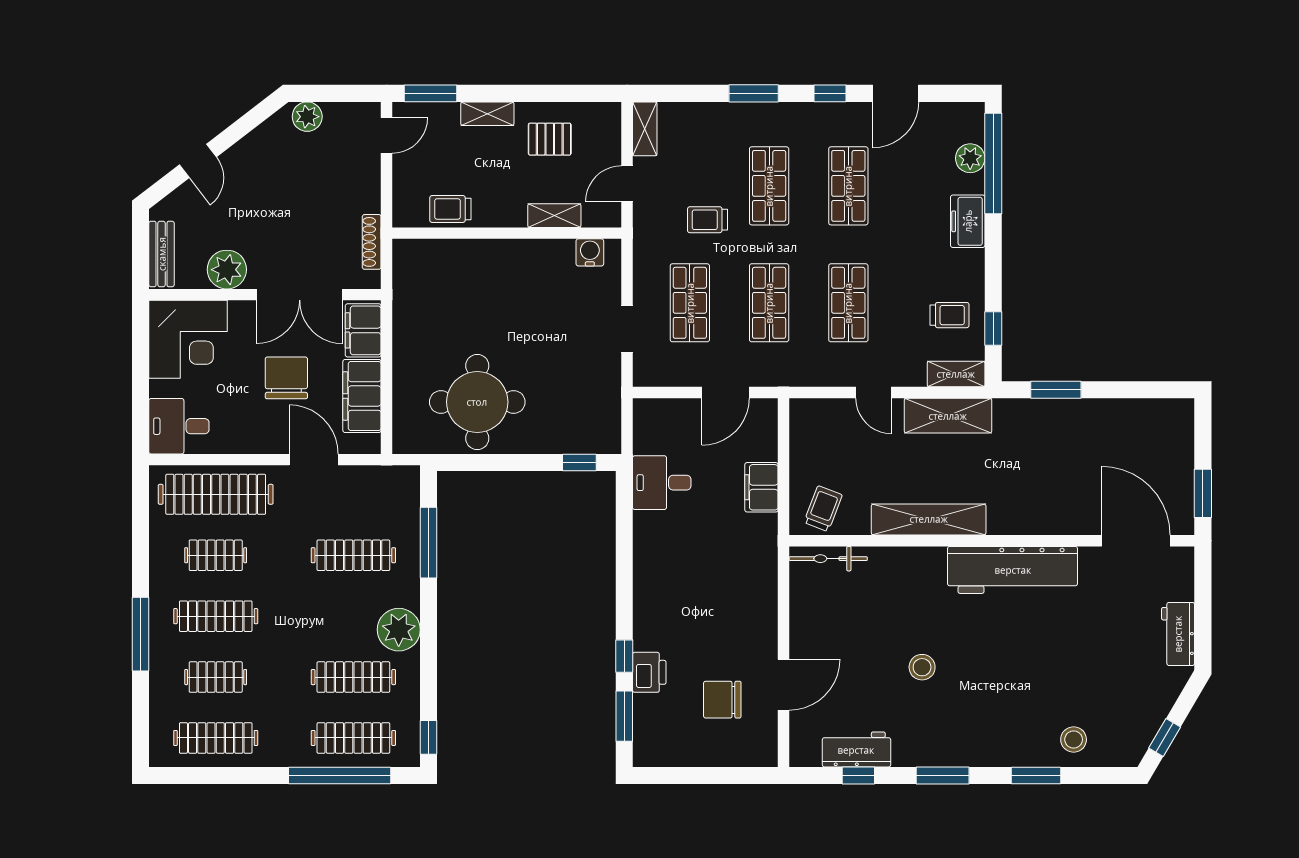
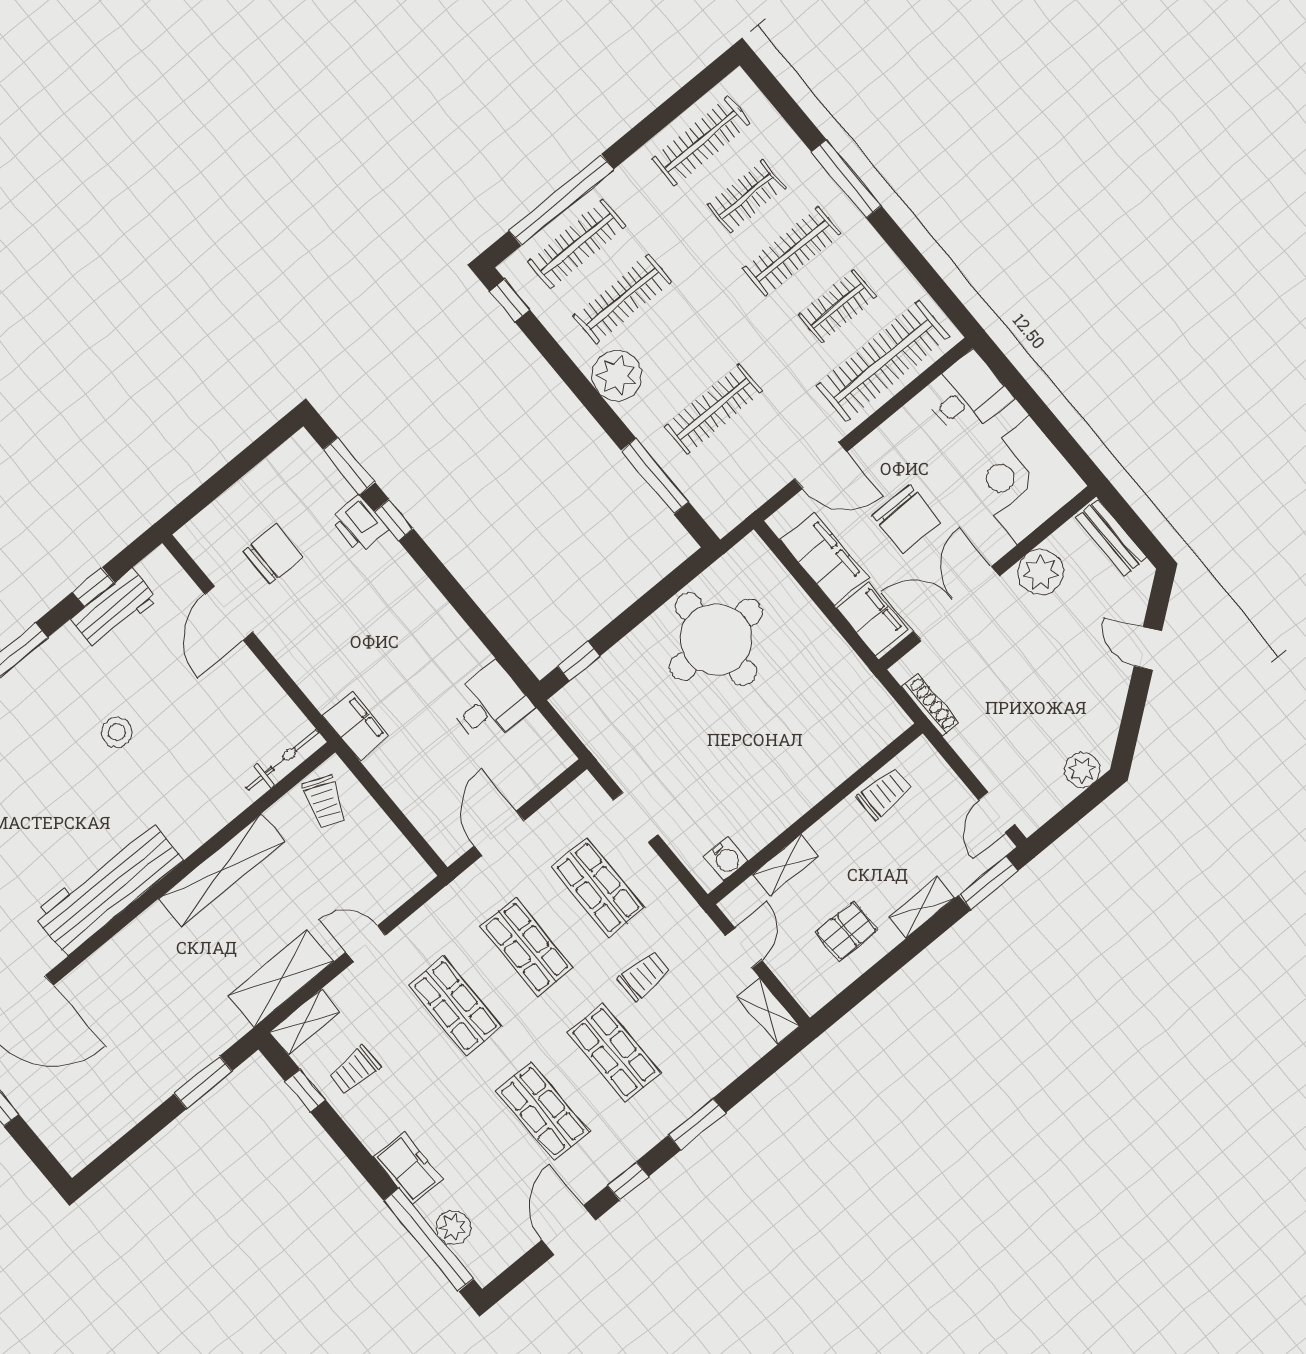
filing cabinet: (761, 487) -> (356, 726), moved

